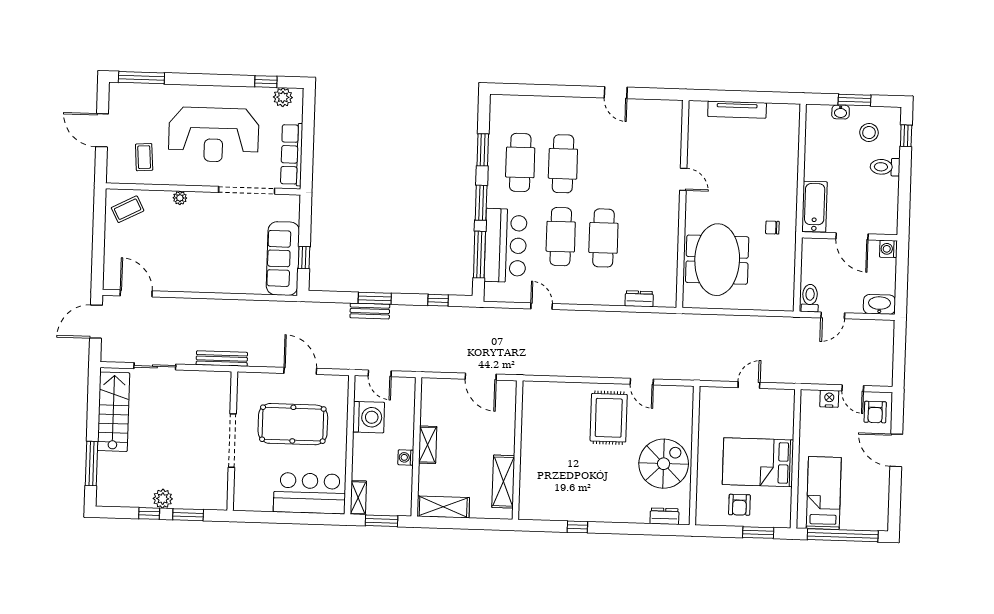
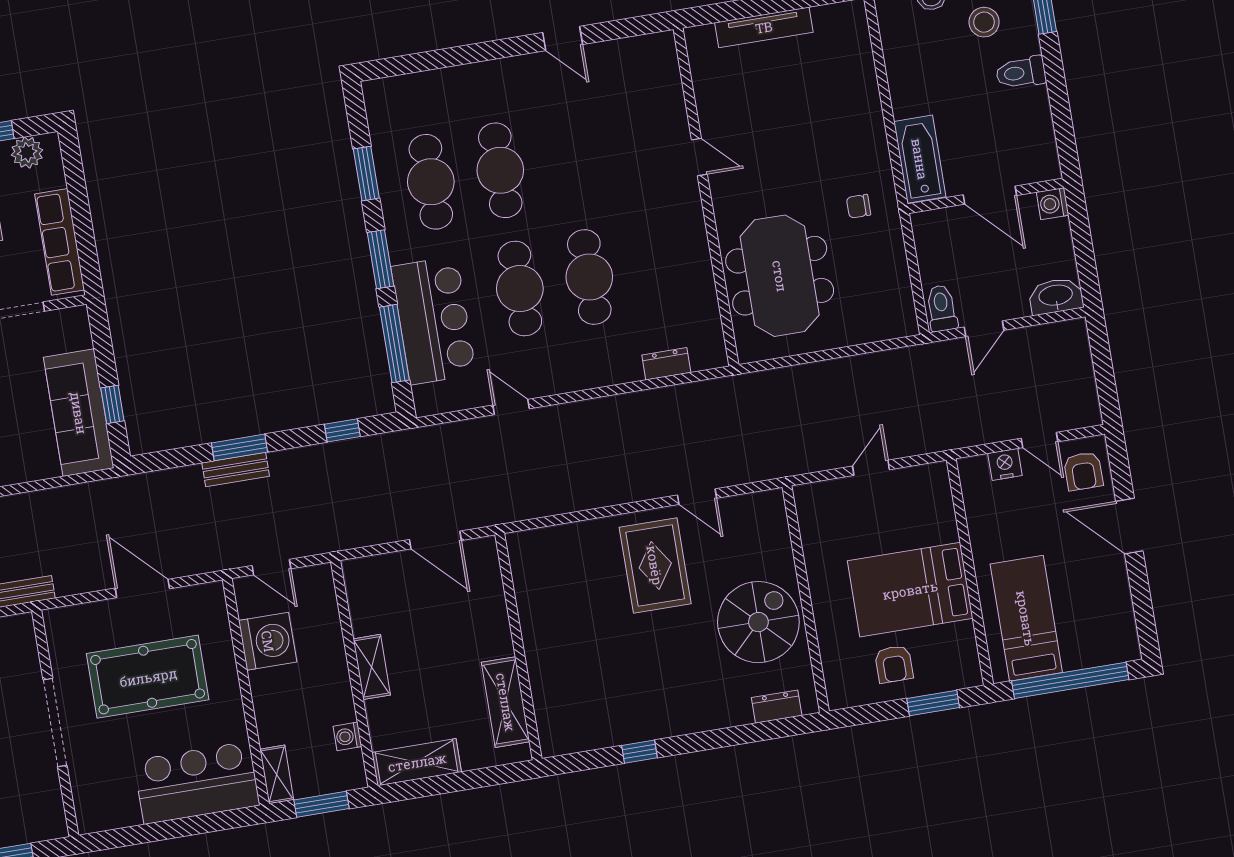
washing machine: (406, 457) -> (347, 736), moved

